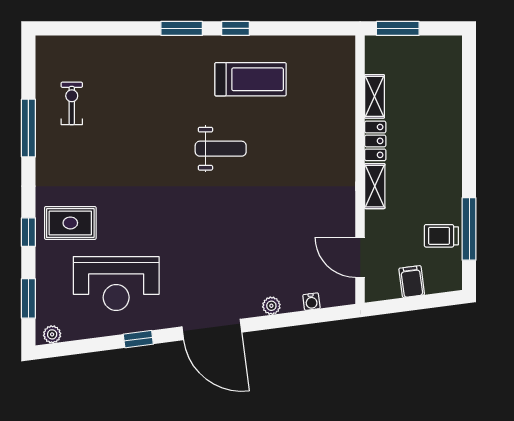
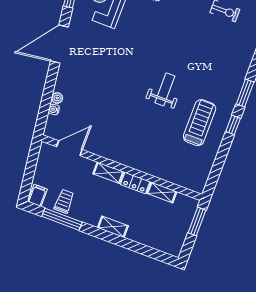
treadmill: (250, 79) -> (200, 123), turned 180
weight bench: (221, 149) -> (165, 89), turned 180
shelving: (452, 150) -> (113, 227), added
filing cabinet: (412, 282) -> (38, 195), moved, turned -83
plant: (271, 306) -> (57, 98), moved

